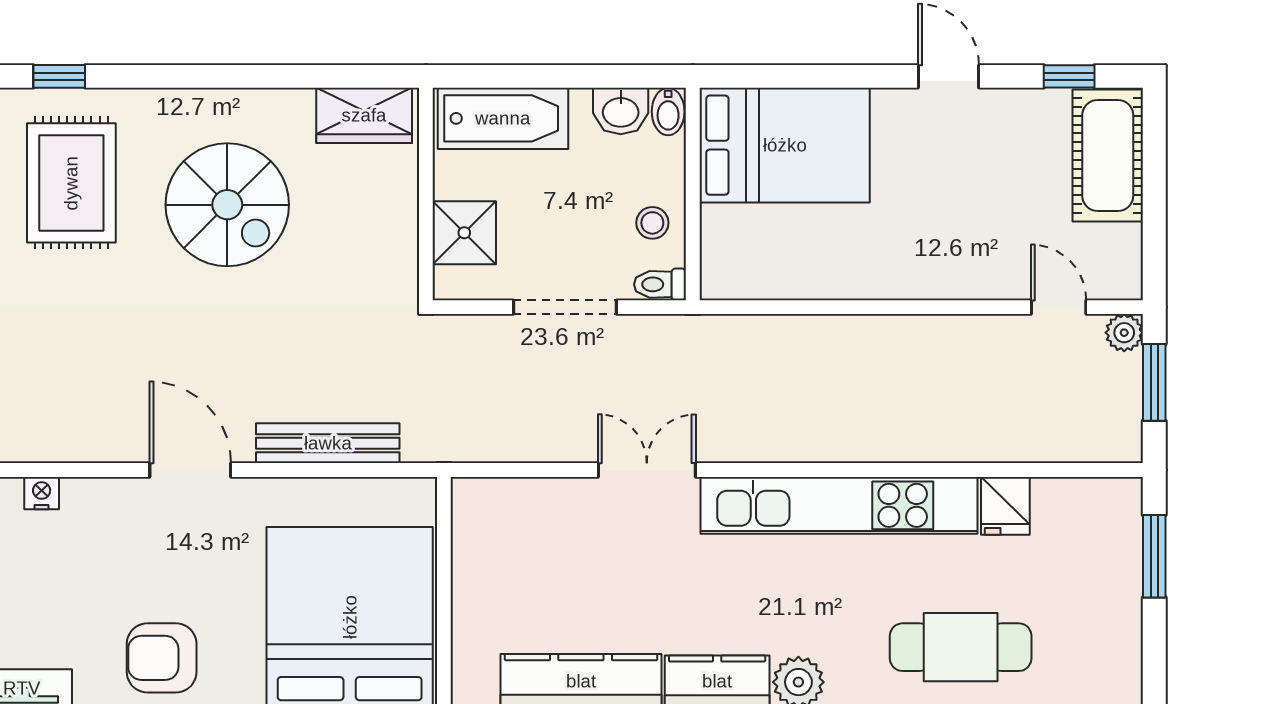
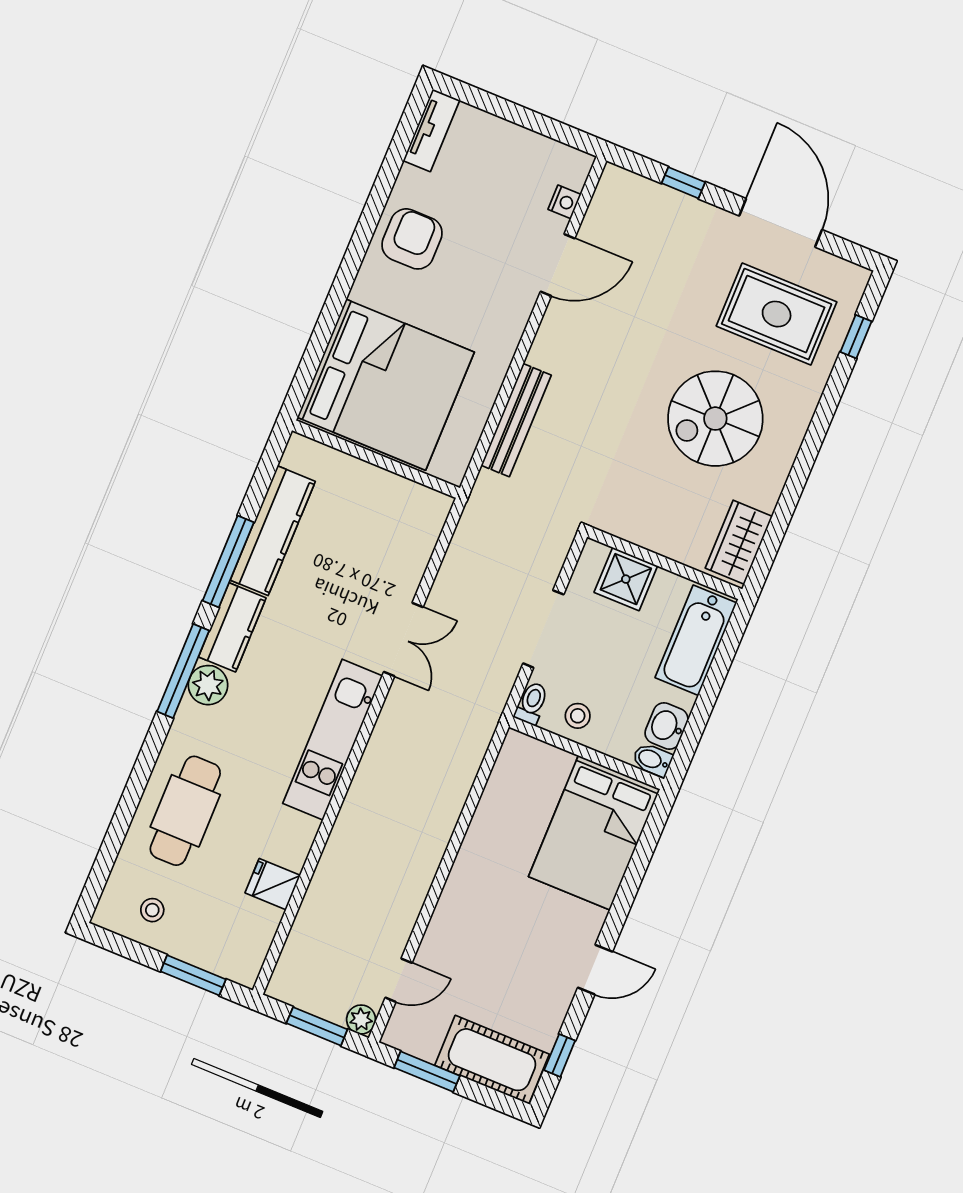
window: (1154, 228) -> (427, 1072), added
door: (190, 470) -> (558, 265), moved
kitchen unit: (839, 505) -> (333, 740), width x0.73
stool: (1096, 638) -> (152, 910), added

